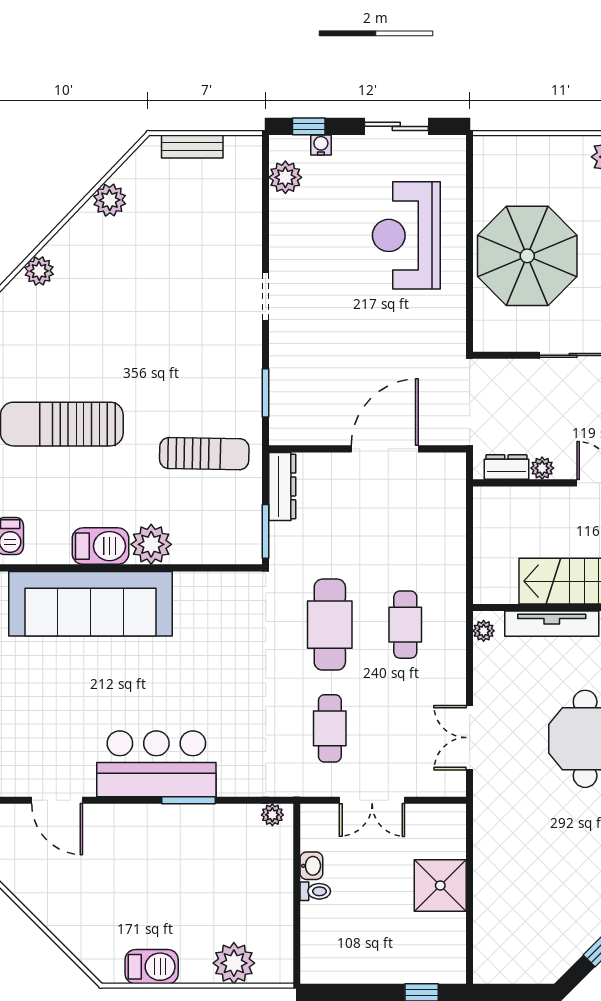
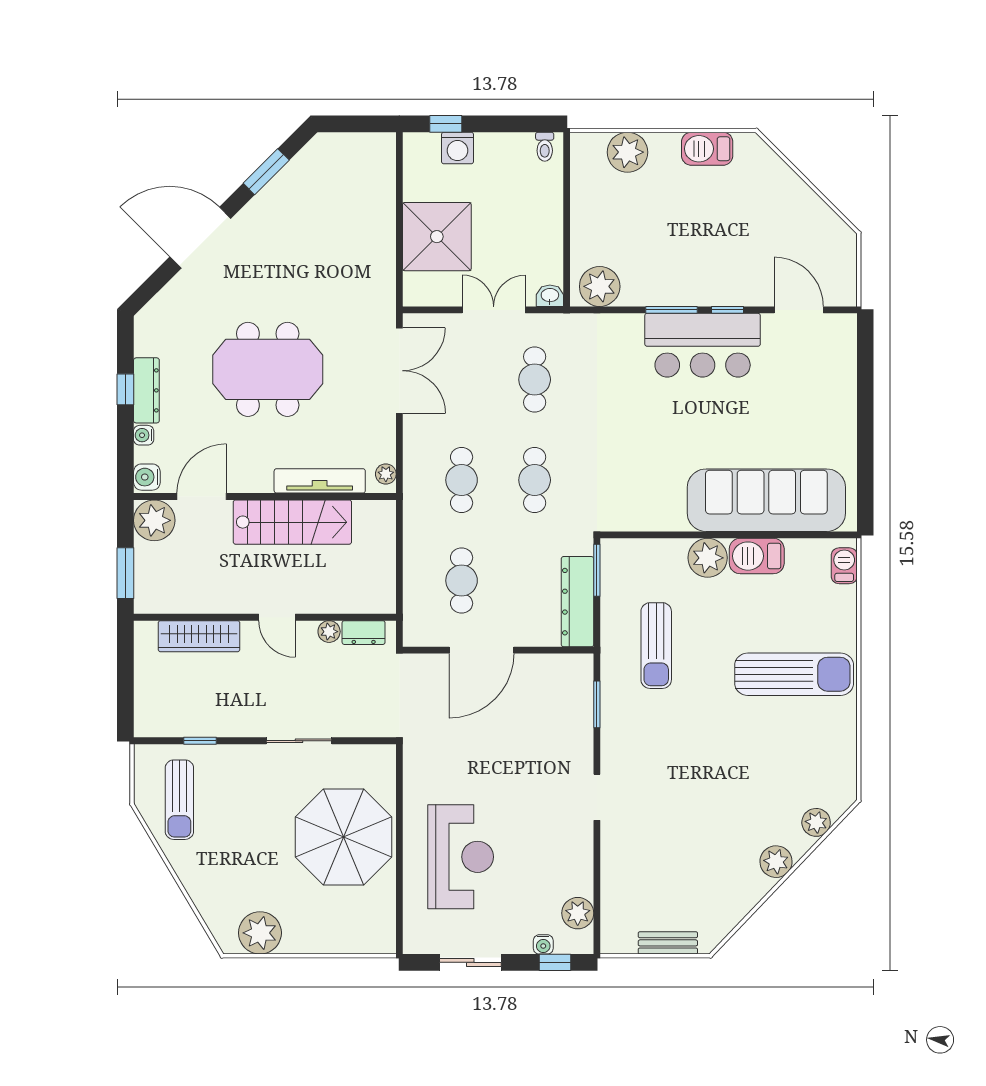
plant: (110, 200) -> (776, 862), moved
sun lounger: (204, 454) -> (656, 646), turned -91
dresser: (282, 486) -> (577, 602), width x1.37, depth x1.24
cafe table: (405, 521) -> (462, 581), added
cafe table: (330, 625) -> (535, 480), width x0.73, depth x0.74
double door: (470, 738) -> (399, 371), width x1.37
window: (131, 800) -> (728, 310), added
plant: (272, 815) -> (600, 286), width x1.88, depth x1.88
washbasin: (311, 866) -> (550, 296), moved, turned 90
shower: (440, 885) -> (437, 237), width x1.37, depth x1.37
toilet: (315, 891) -> (545, 147), moved, turned -90
washing machine: (409, 967) -> (457, 148), added

